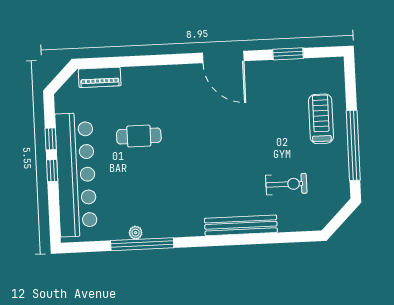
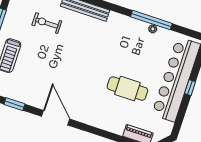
cafe table: (139, 136) -> (127, 89), width x1.37, depth x1.35
window: (51, 139) -> (183, 108), removed

